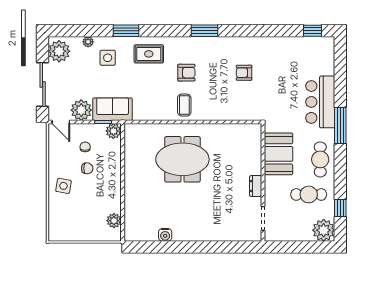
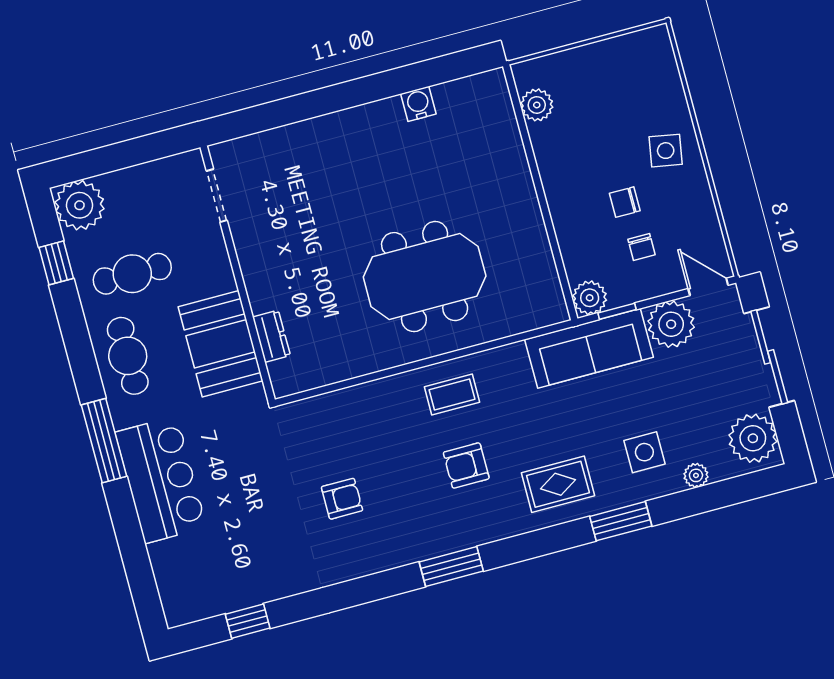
window: (312, 31) -> (248, 621), moved
coffee table: (184, 105) -> (452, 395), turned 90
sofa: (113, 109) -> (589, 348), width x1.36
dresser: (256, 186) -> (271, 336), moved

